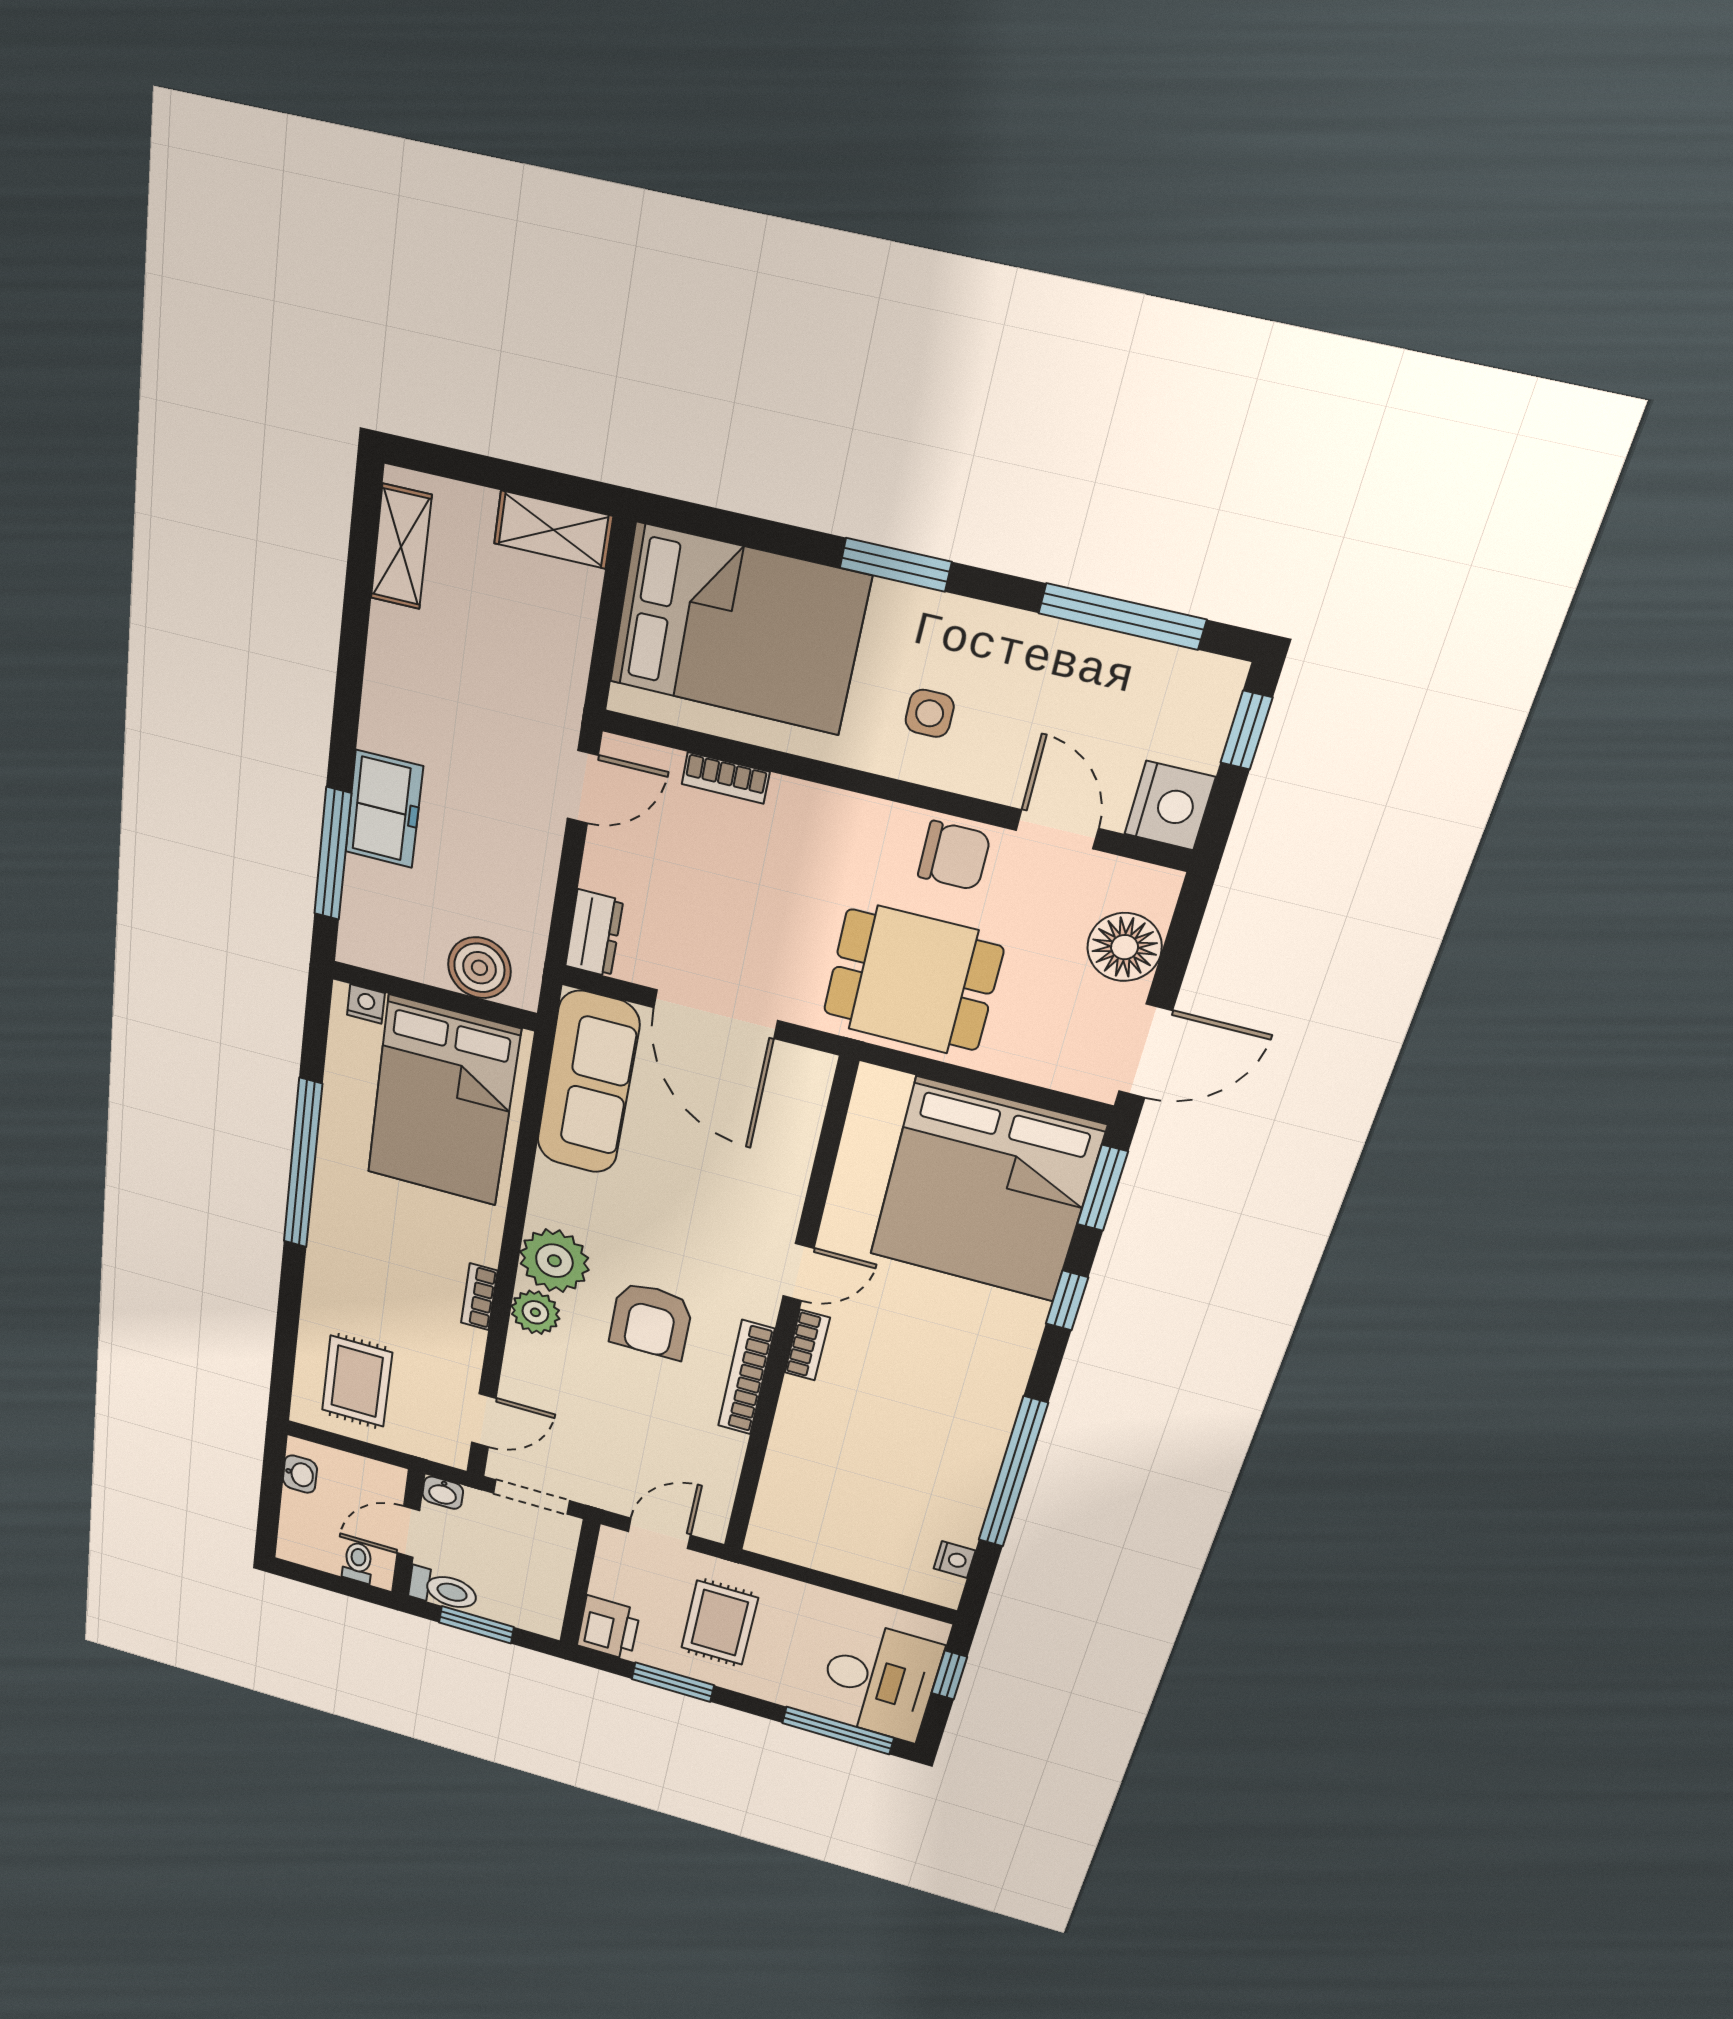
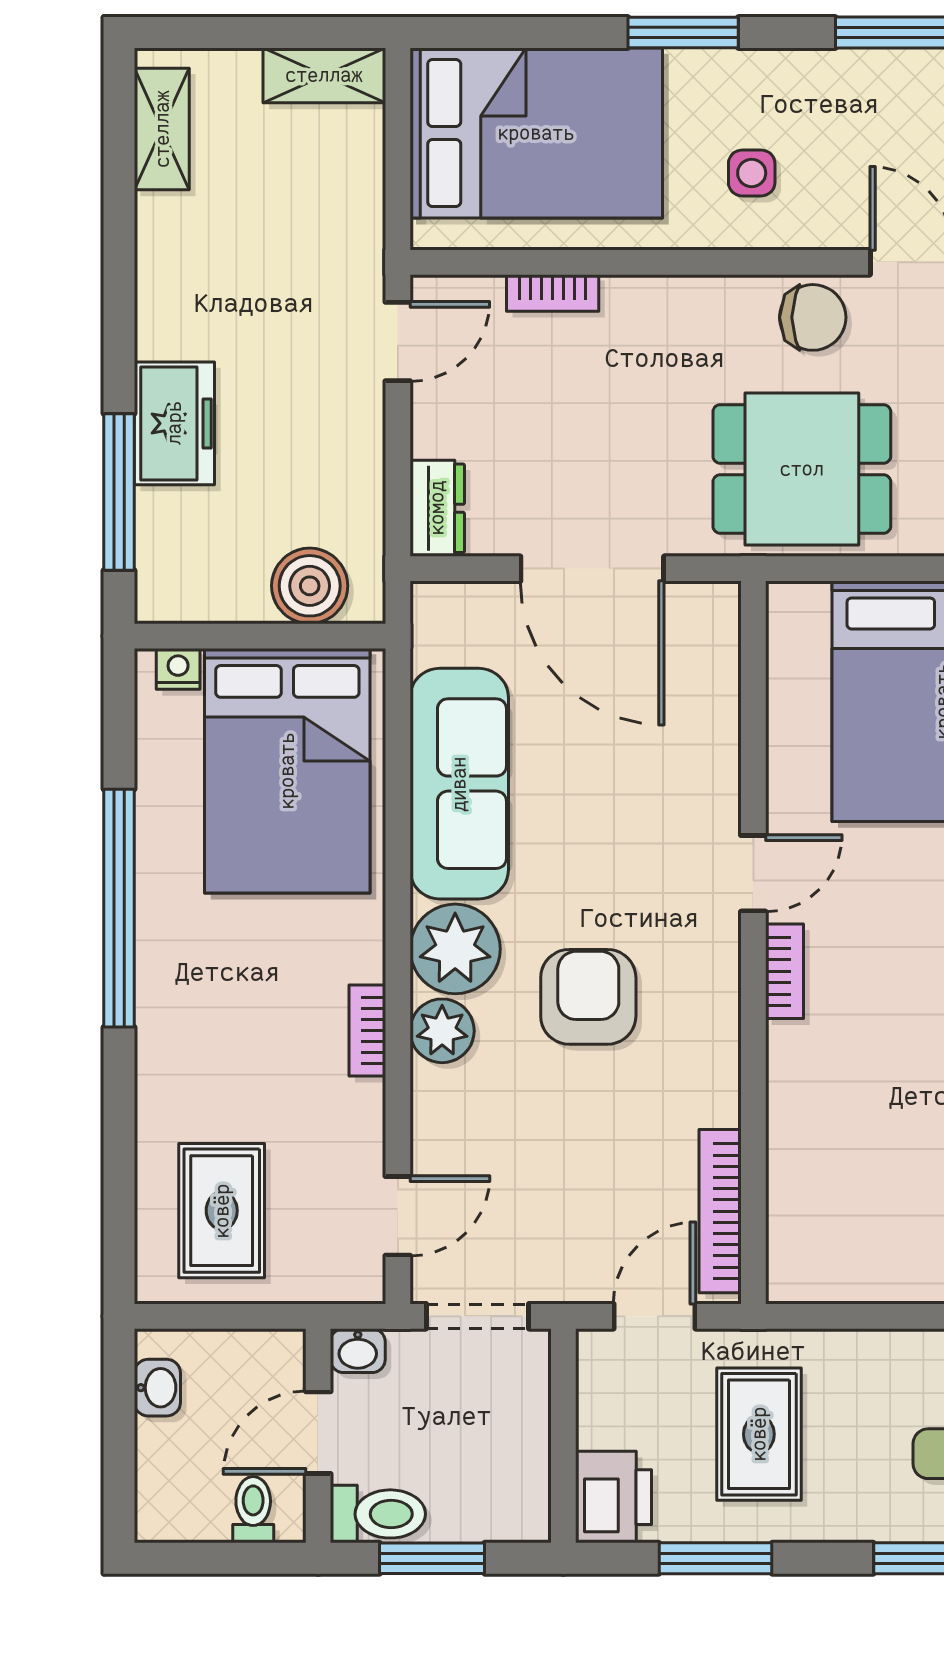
sofa: (588, 1083) -> (459, 784), moved
armchair: (651, 1321) -> (588, 997), turned 180
bookcase: (746, 1378) -> (720, 1211), moved

